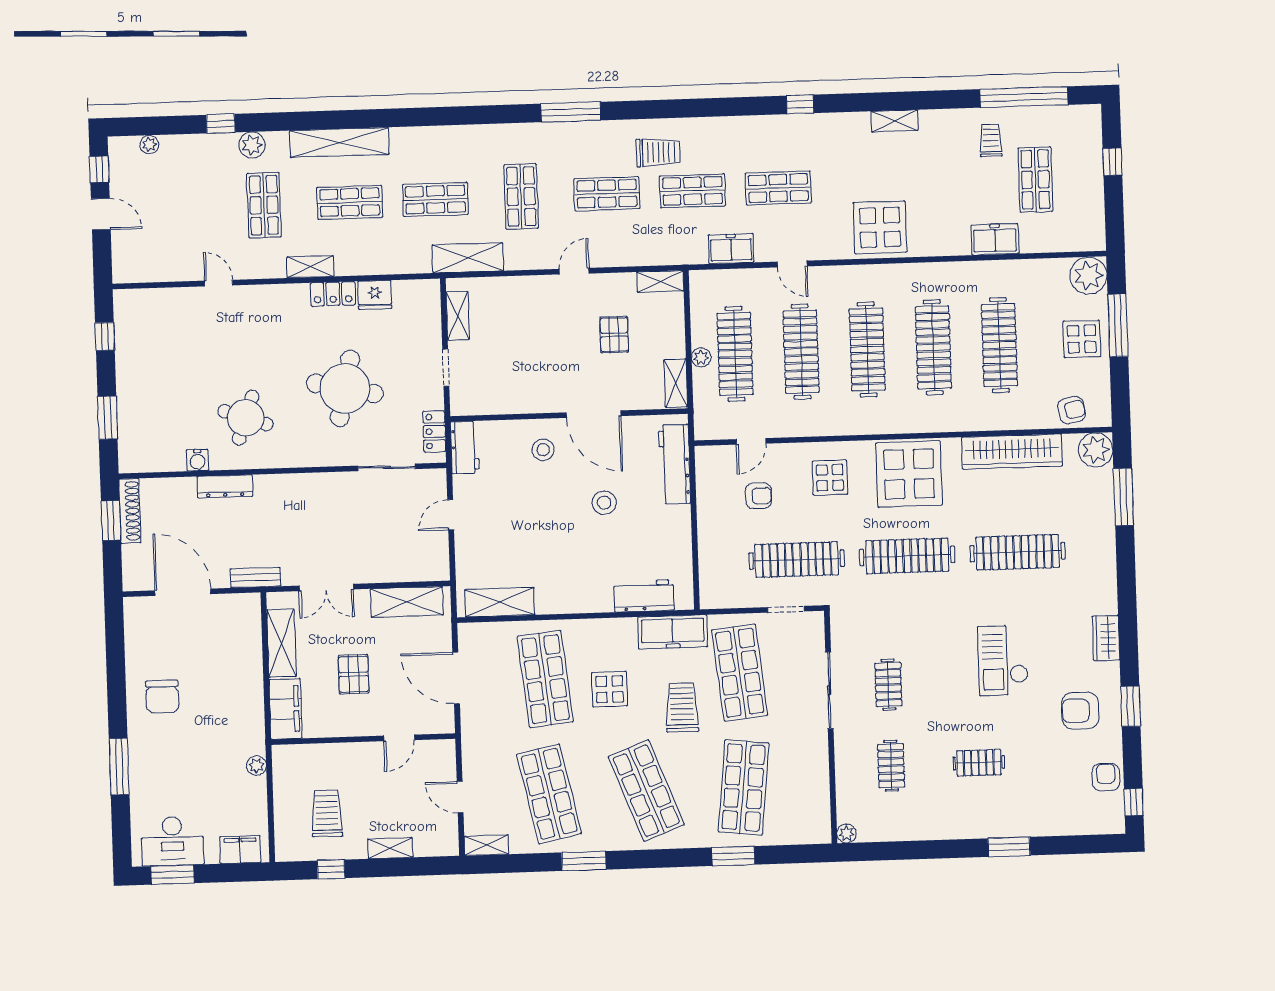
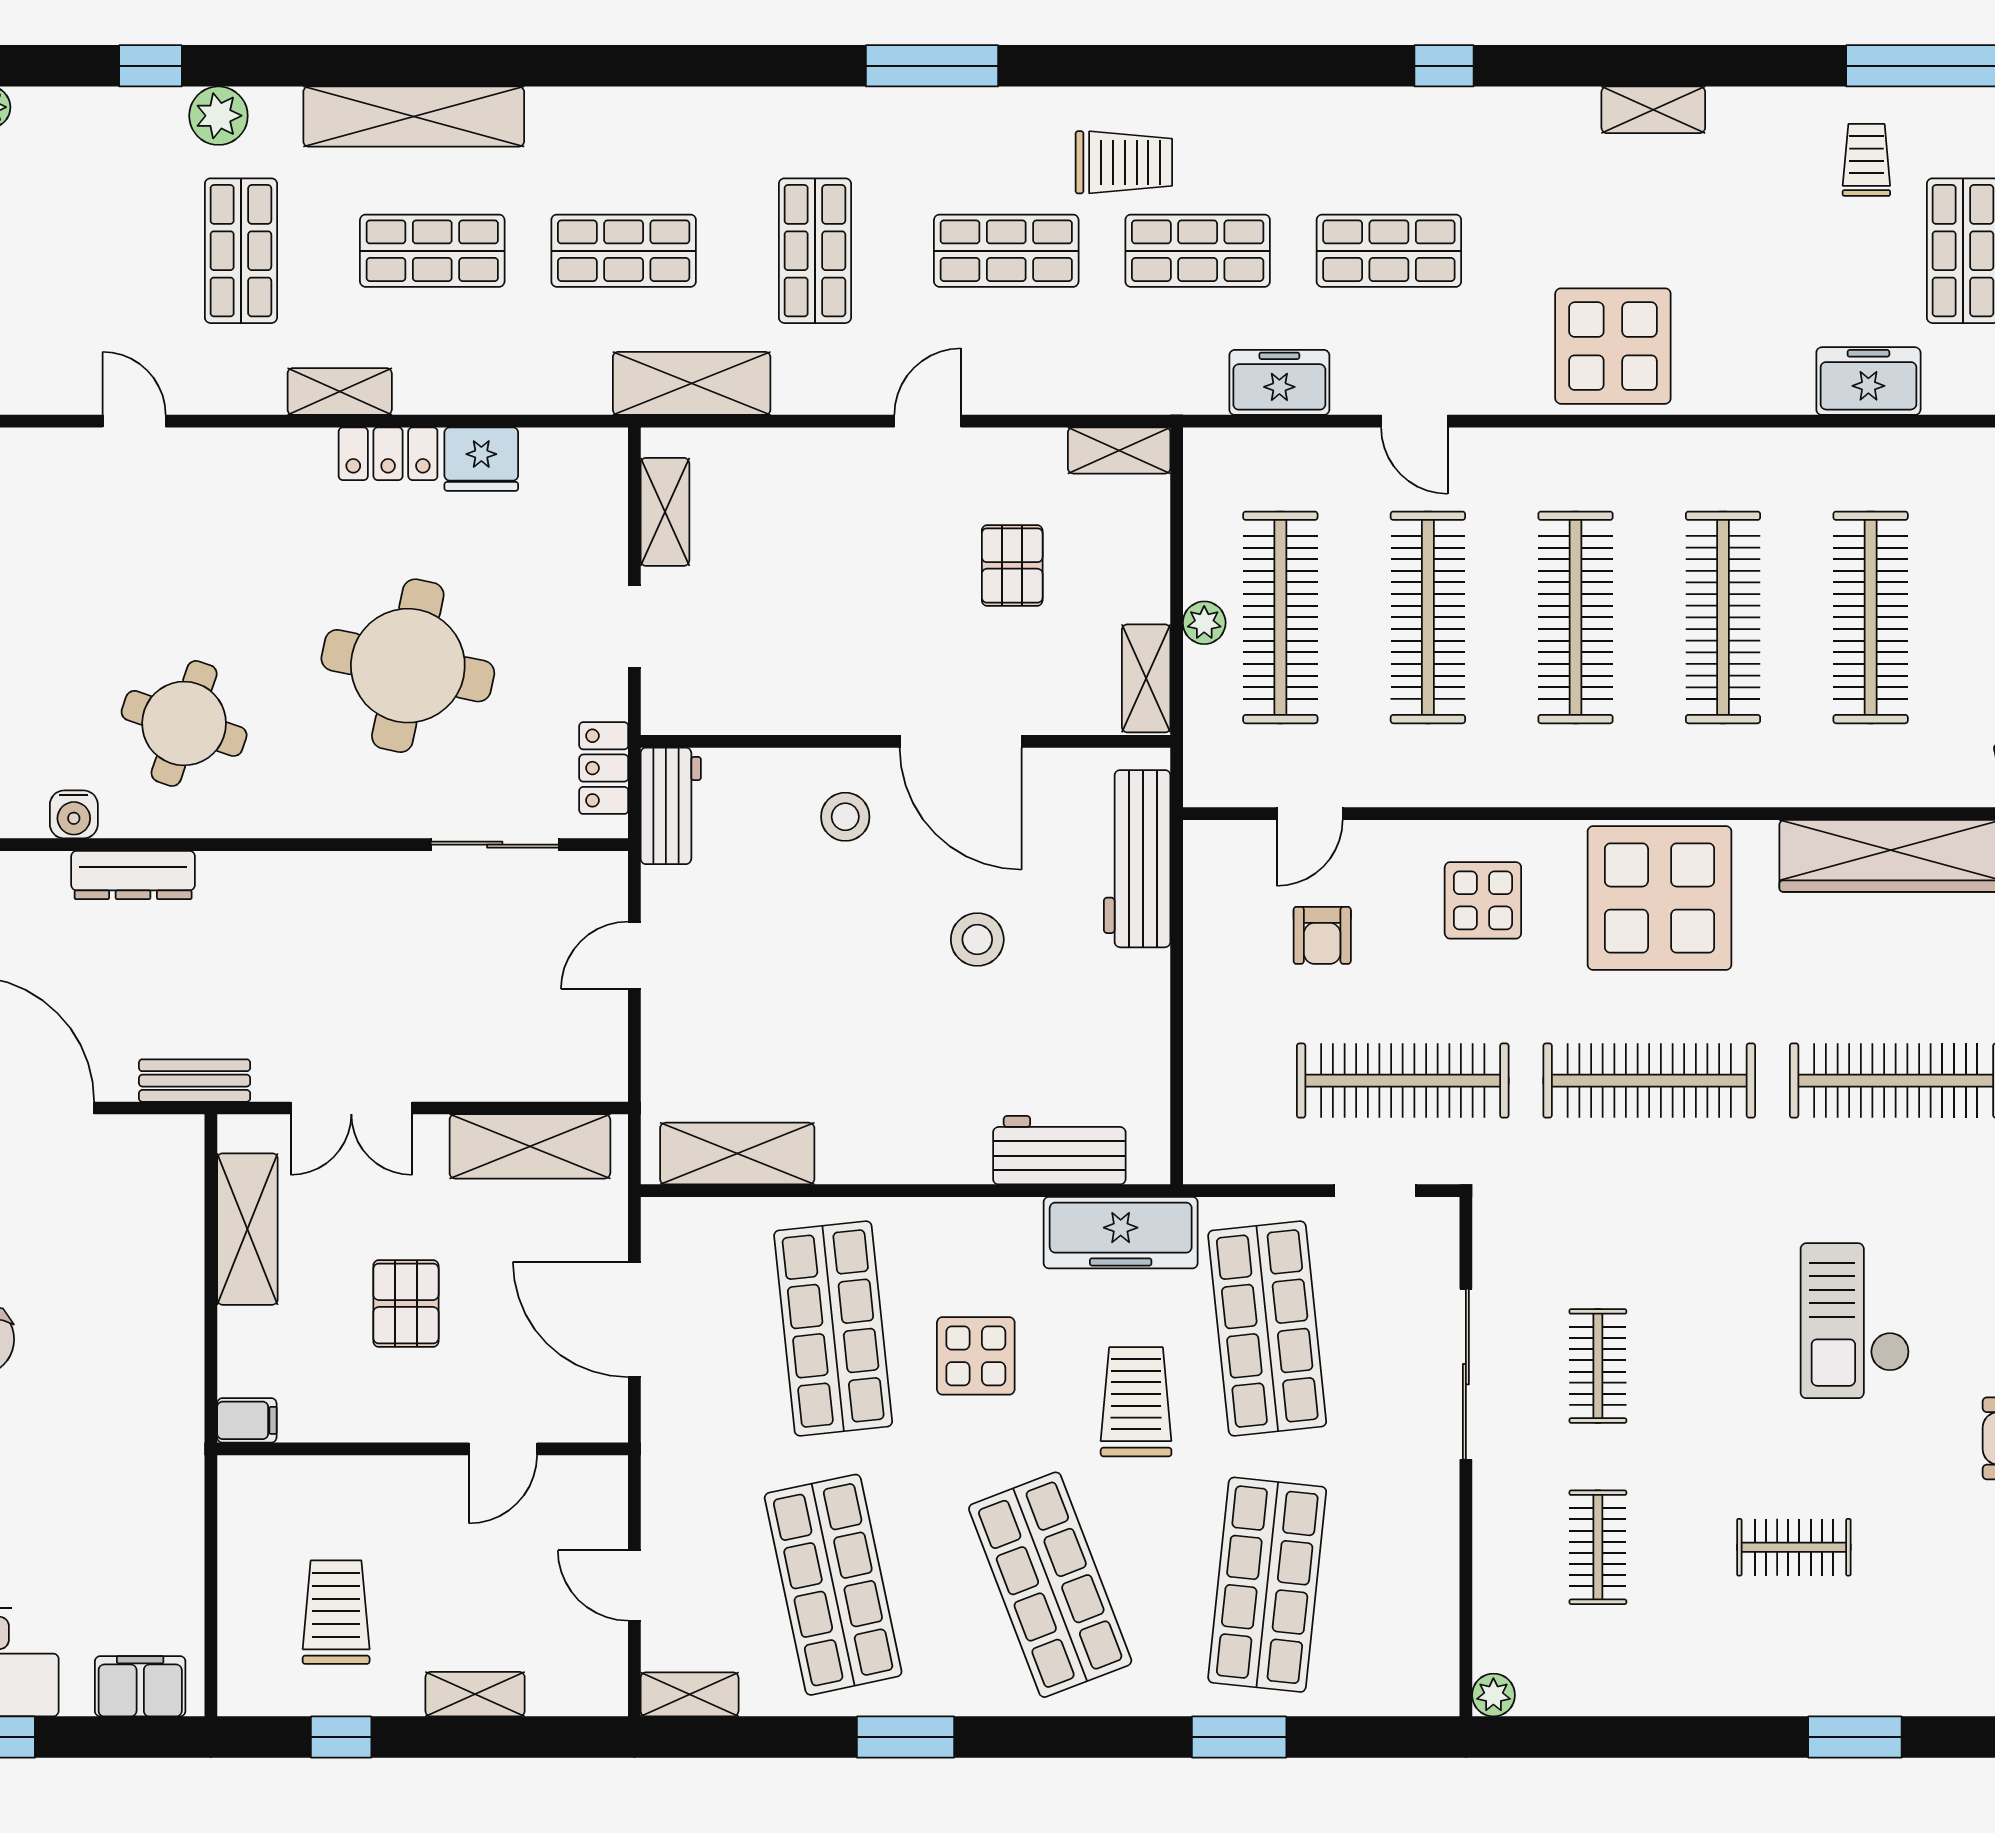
armchair: (758, 496) -> (1322, 935), turned 90
filing cabinet: (286, 709) -> (247, 1420), width x0.33, depth x0.86
plant: (257, 766) -> (183, 1500), removed

